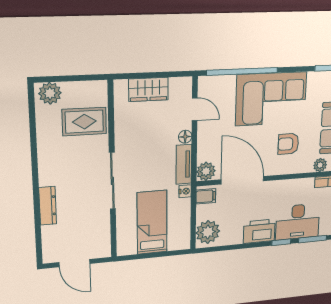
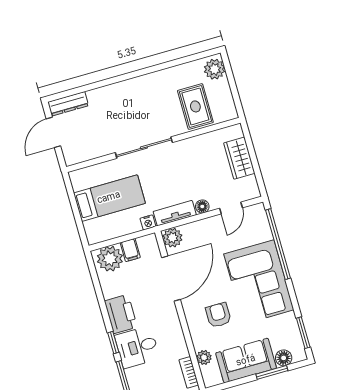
filing cabinet: (206, 196) -> (130, 250), moved
dresser: (48, 206) -> (68, 104), moved
desk: (298, 222) -> (137, 347), width x0.73

